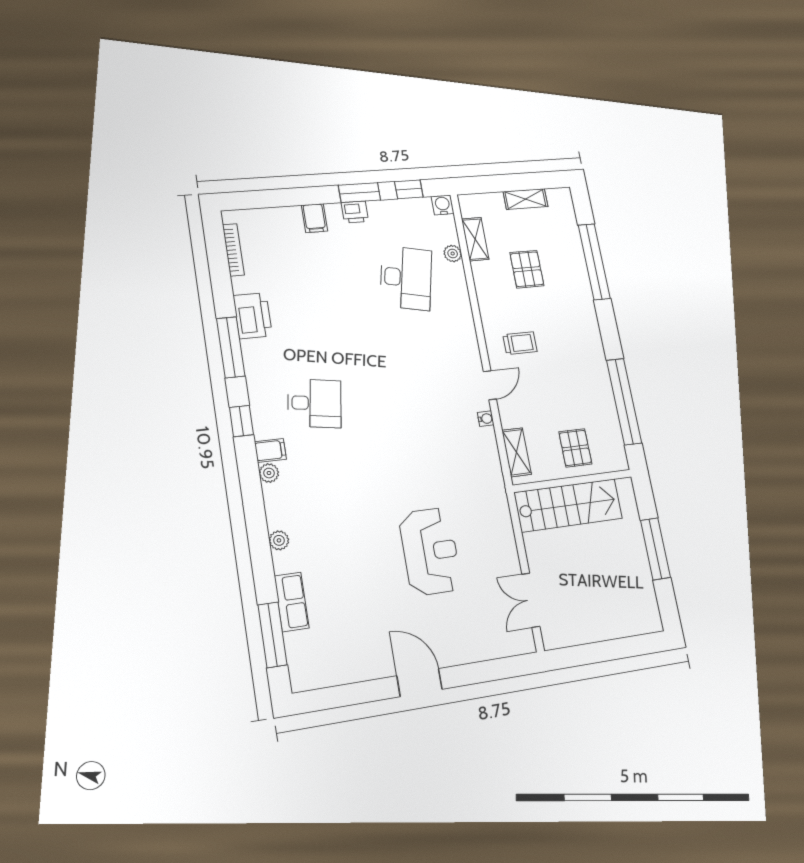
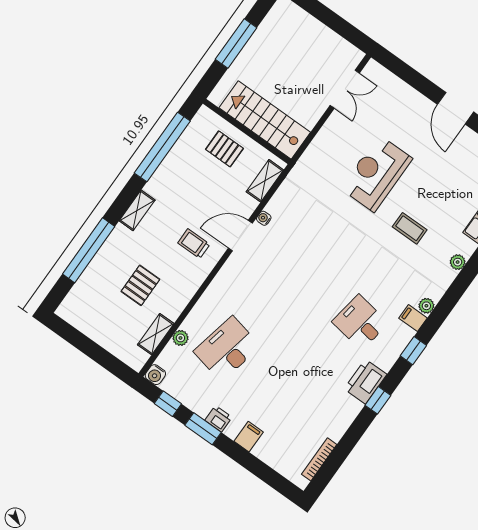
shelving: (525, 199) -> (137, 210), moved, turned 90
printer: (253, 316) -> (365, 382), moved
window: (231, 347) -> (378, 400), width x0.46
door: (490, 385) -> (240, 236), width x1.38
pallet: (575, 448) -> (224, 149), turned 90
coffee table: (353, 530) -> (410, 228), added

